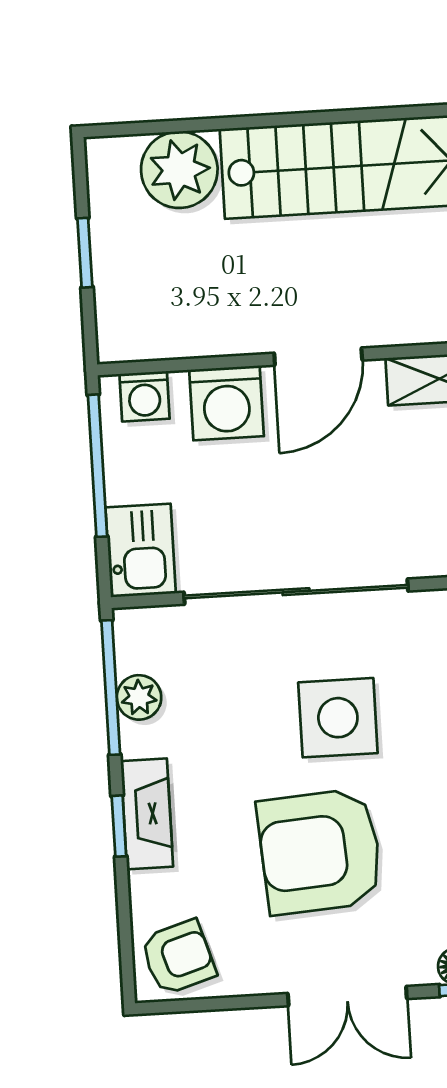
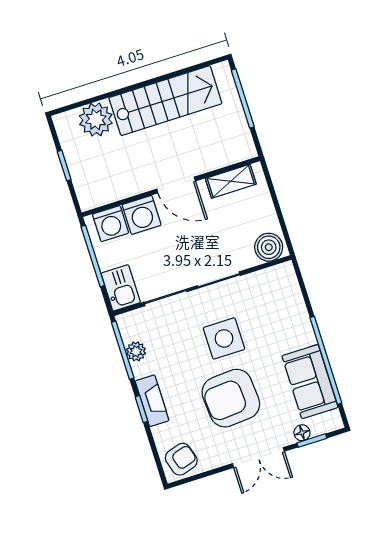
door: (318, 357) -> (176, 185), hinge flipped
washing machine: (144, 396) -> (111, 224), width x1.38, depth x1.38

